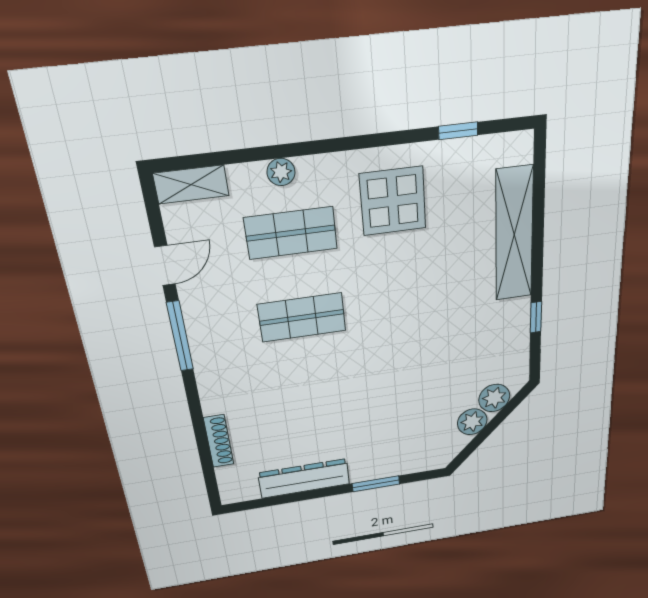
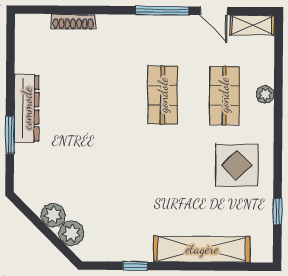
shelving: (191, 184) -> (252, 25), moved, turned 90
dresser: (304, 478) -> (27, 108), moved

